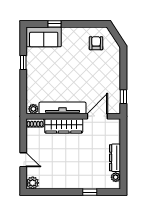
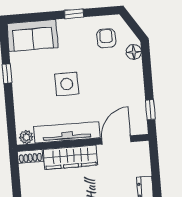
window: (54, 24) -> (74, 14), moved
floor lamp: (115, 55) -> (134, 52), added
side table: (65, 73) -> (67, 84), added

